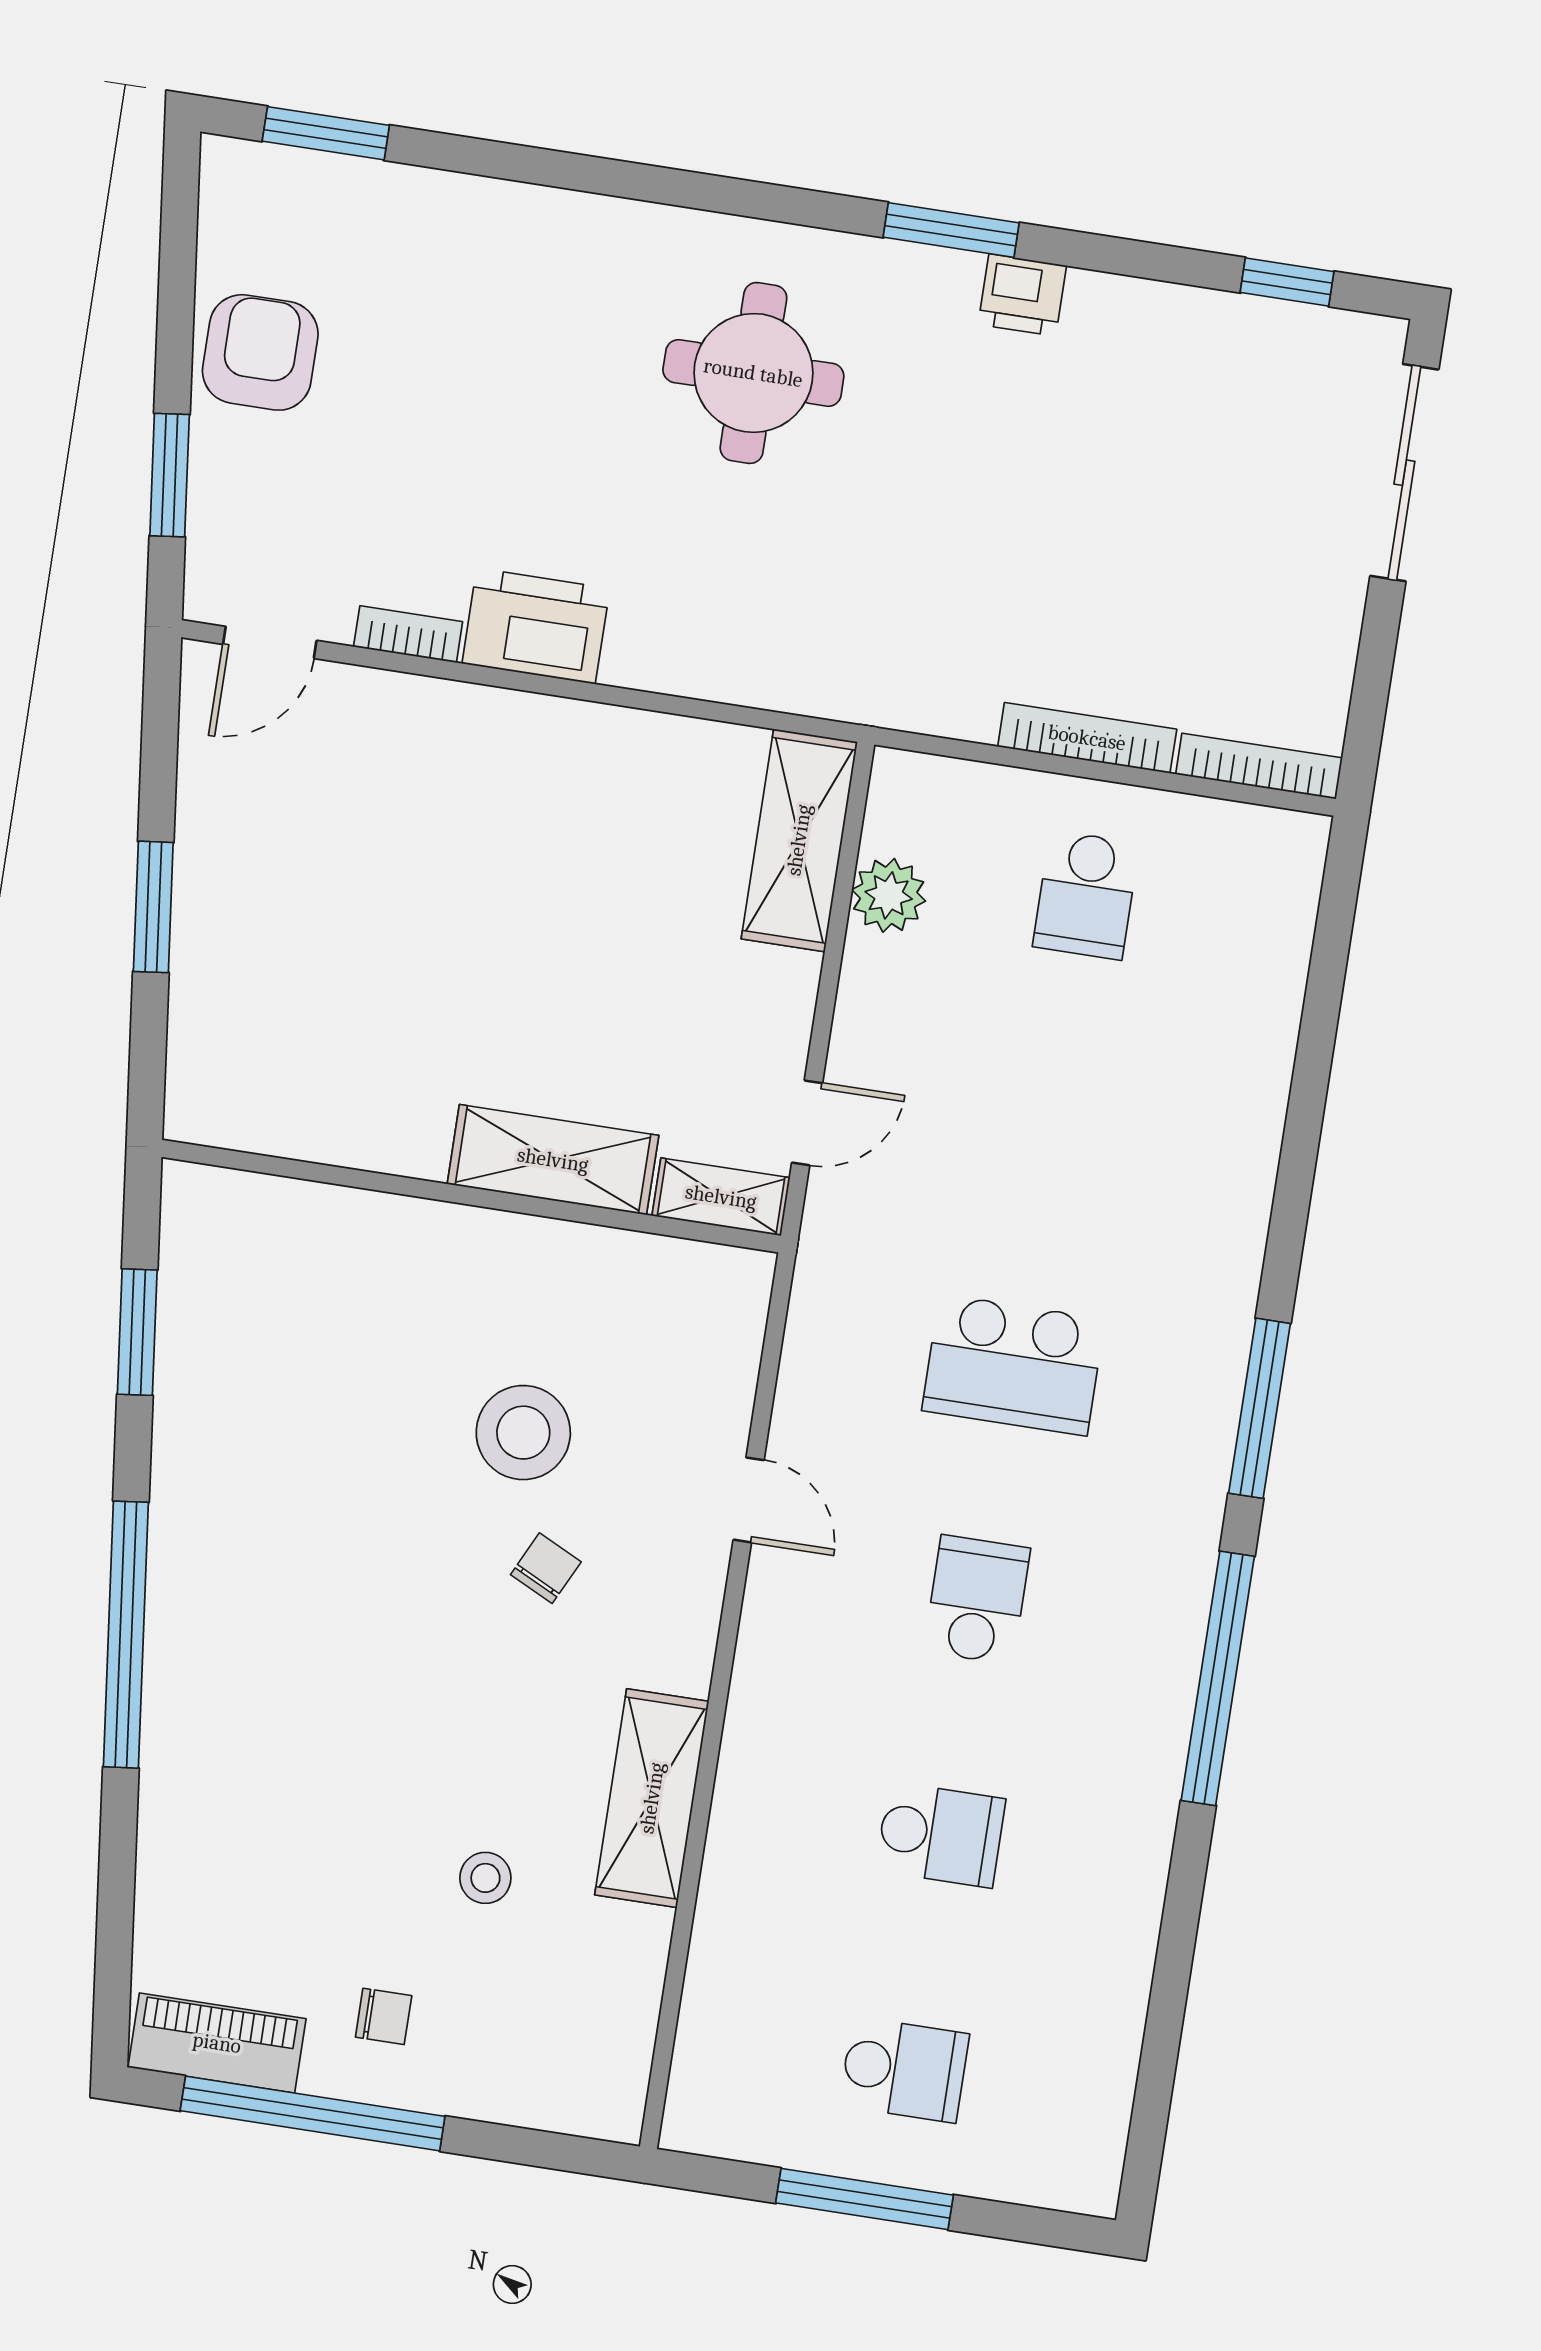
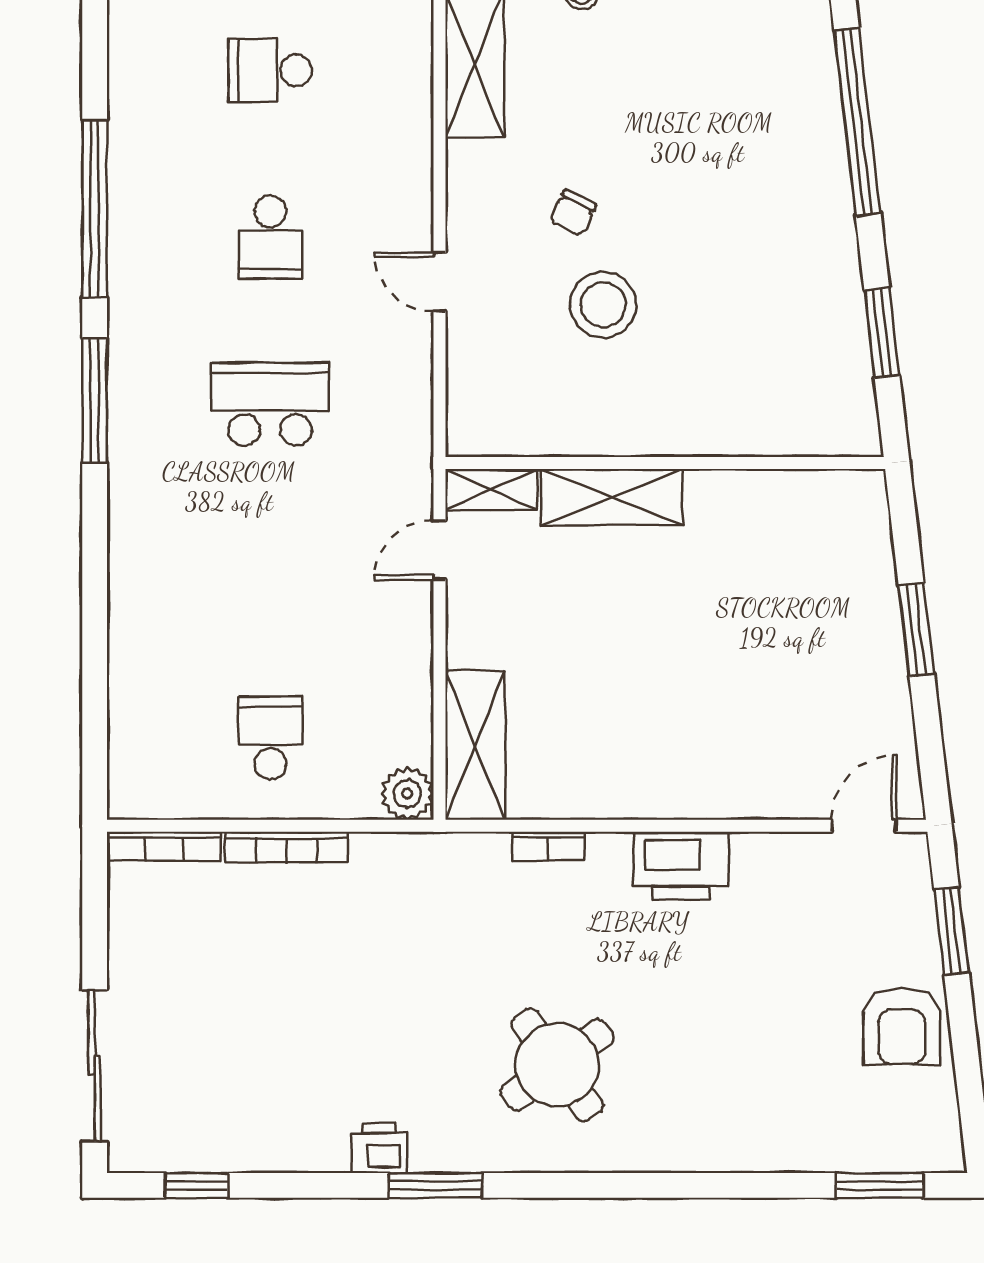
round table: (753, 373) -> (557, 1065), turned -36
bookcase: (408, 634) -> (548, 846), moved
plant: (889, 895) -> (407, 794), moved

